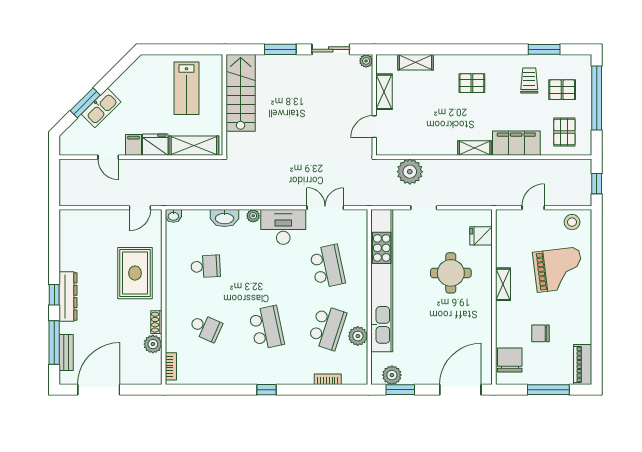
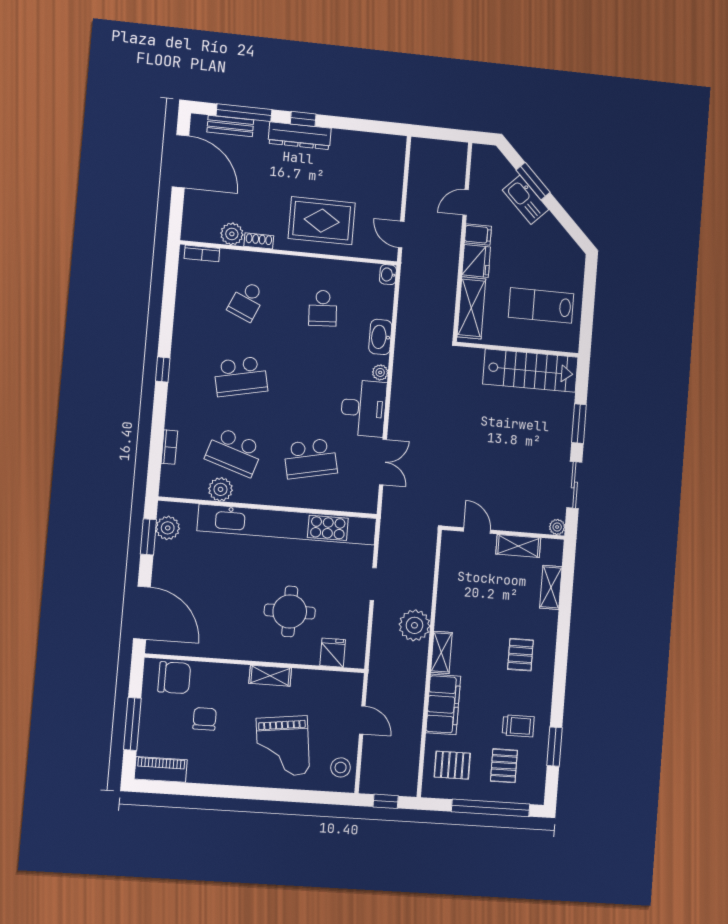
plant: (410, 172) -> (414, 625), moved

